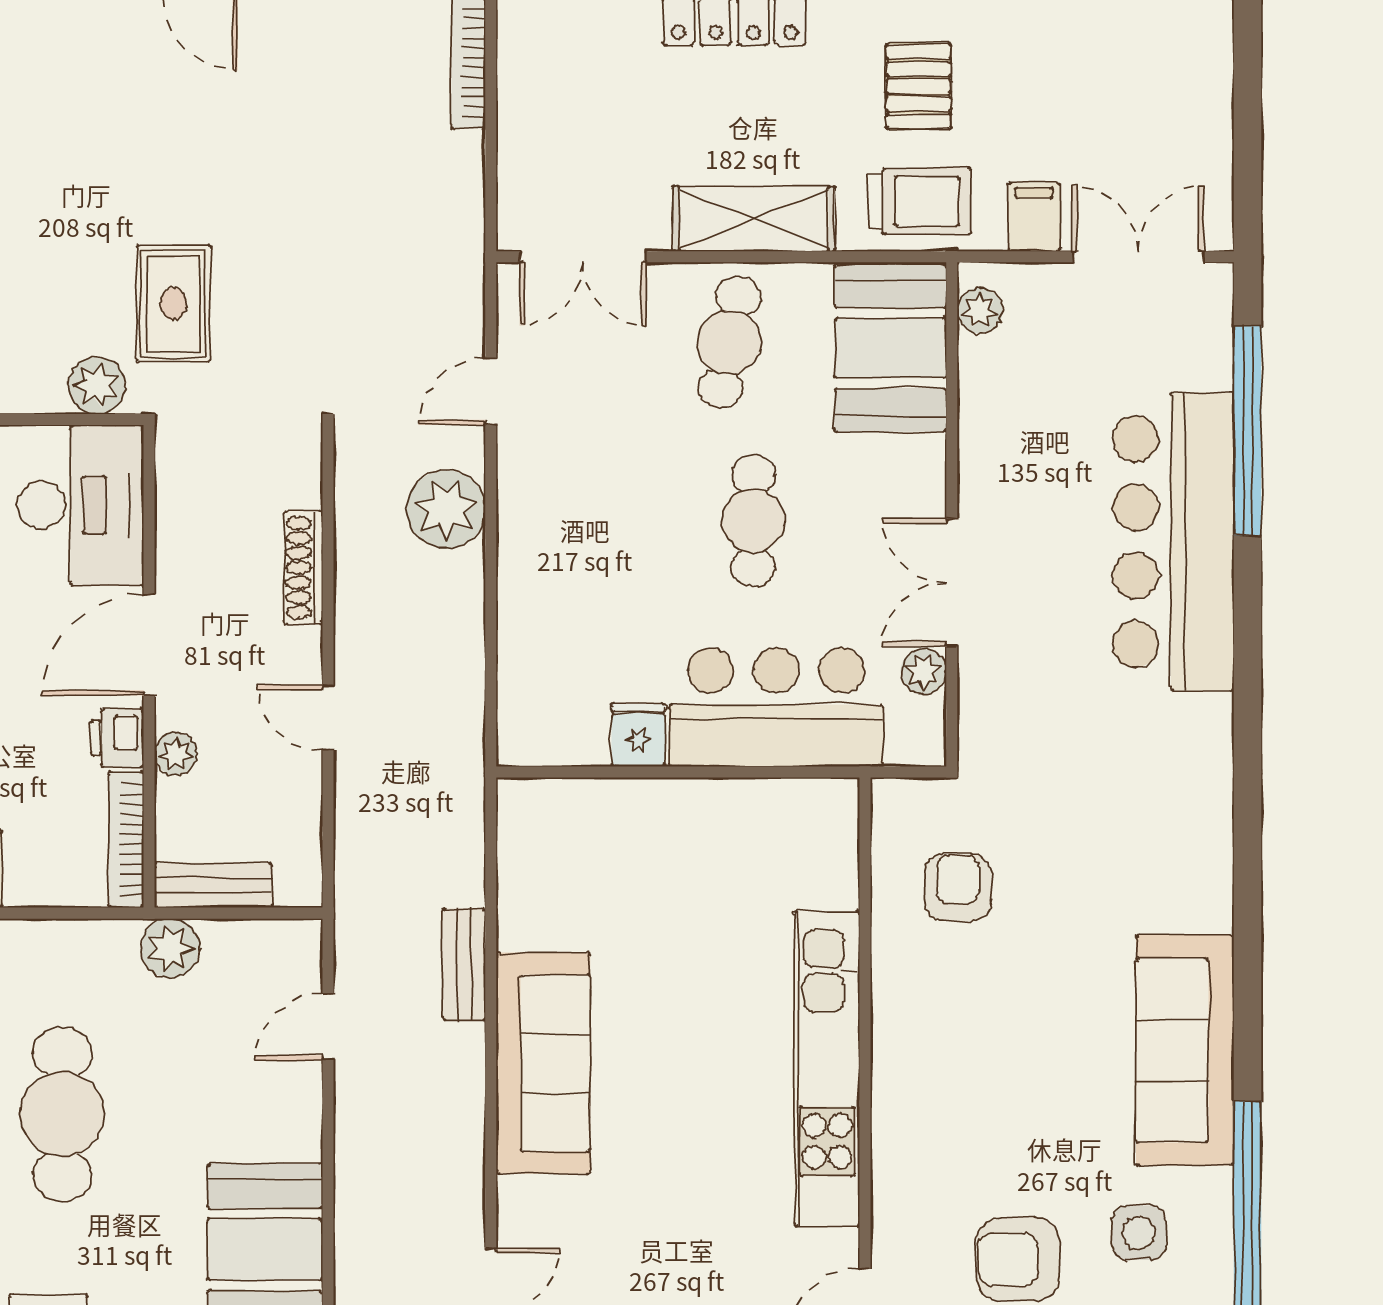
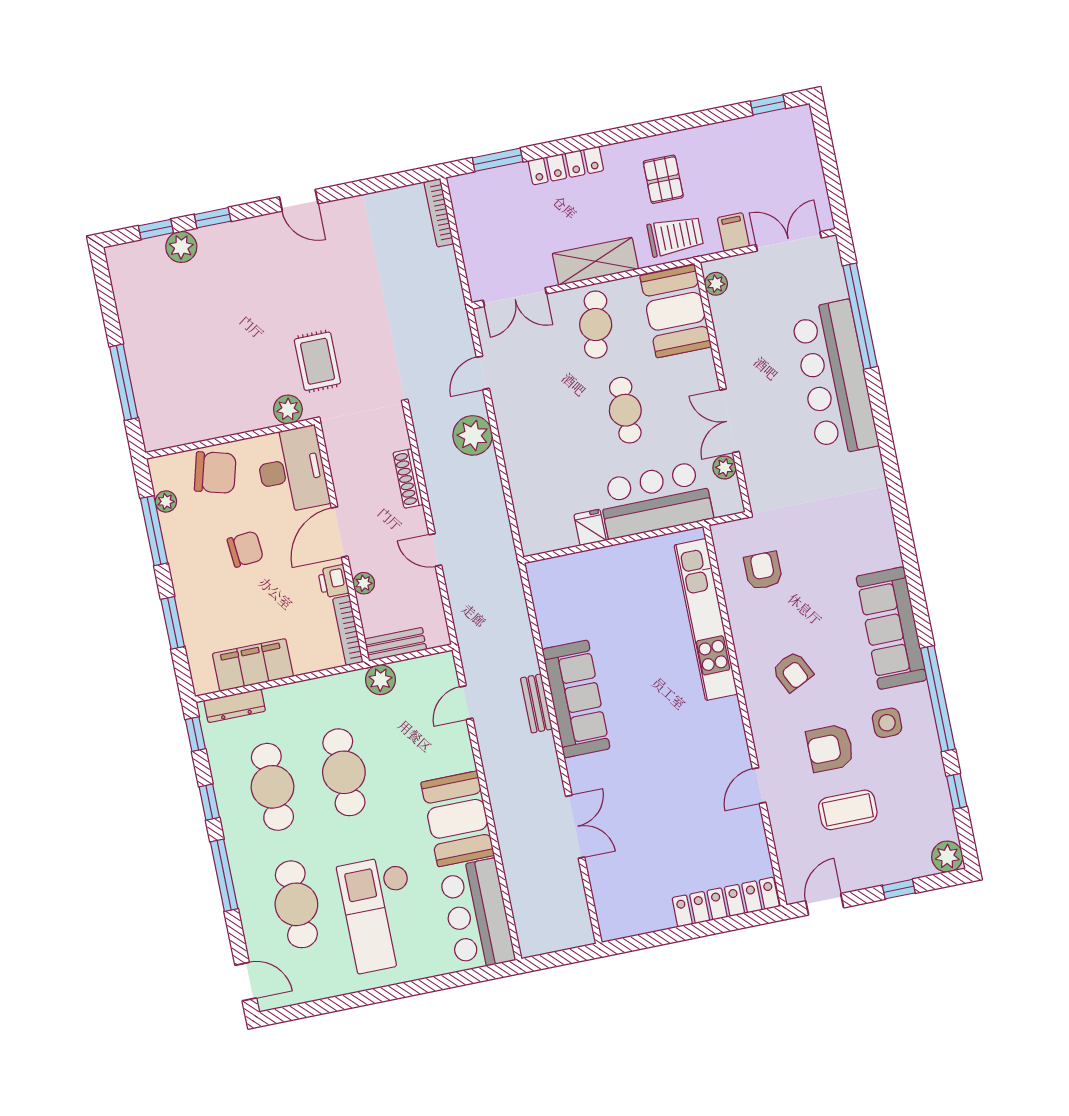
bench: (464, 964) -> (536, 704), moved
kitchen unit: (827, 1069) -> (706, 620), moved
armchair: (975, 1096) -> (793, 672), added

